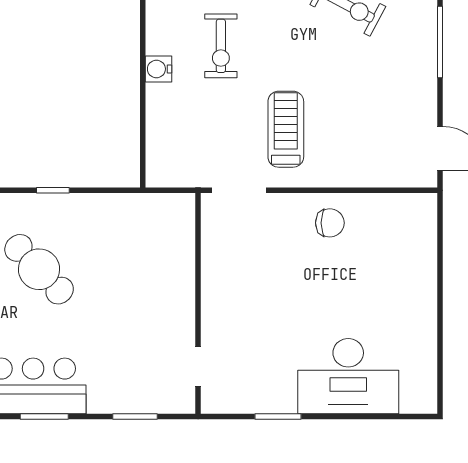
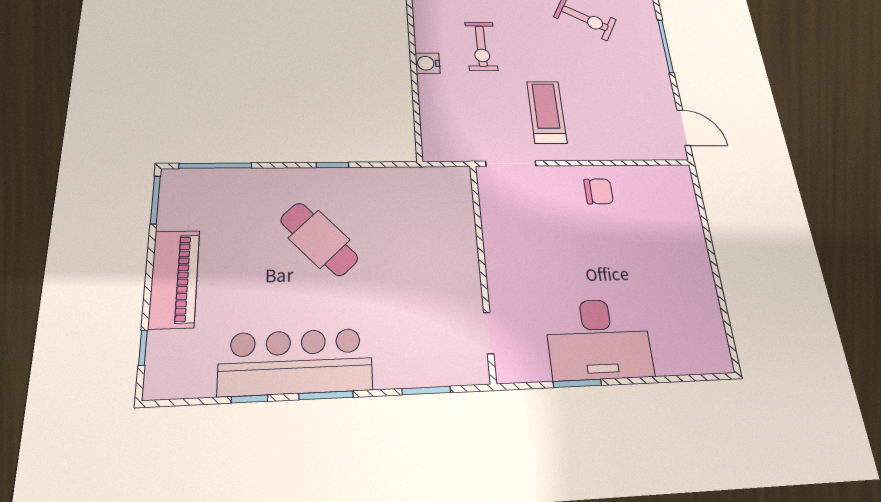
desk: (348, 376) -> (599, 339), moved

